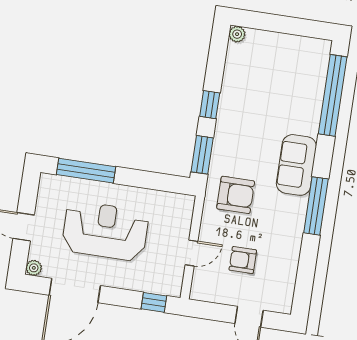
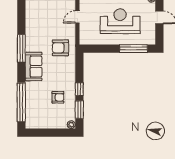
window: (202, 155) -> (79, 110), moved
reception desk: (105, 231) -> (120, 21), turned 180
armchair: (243, 260) -> (58, 97), moved

